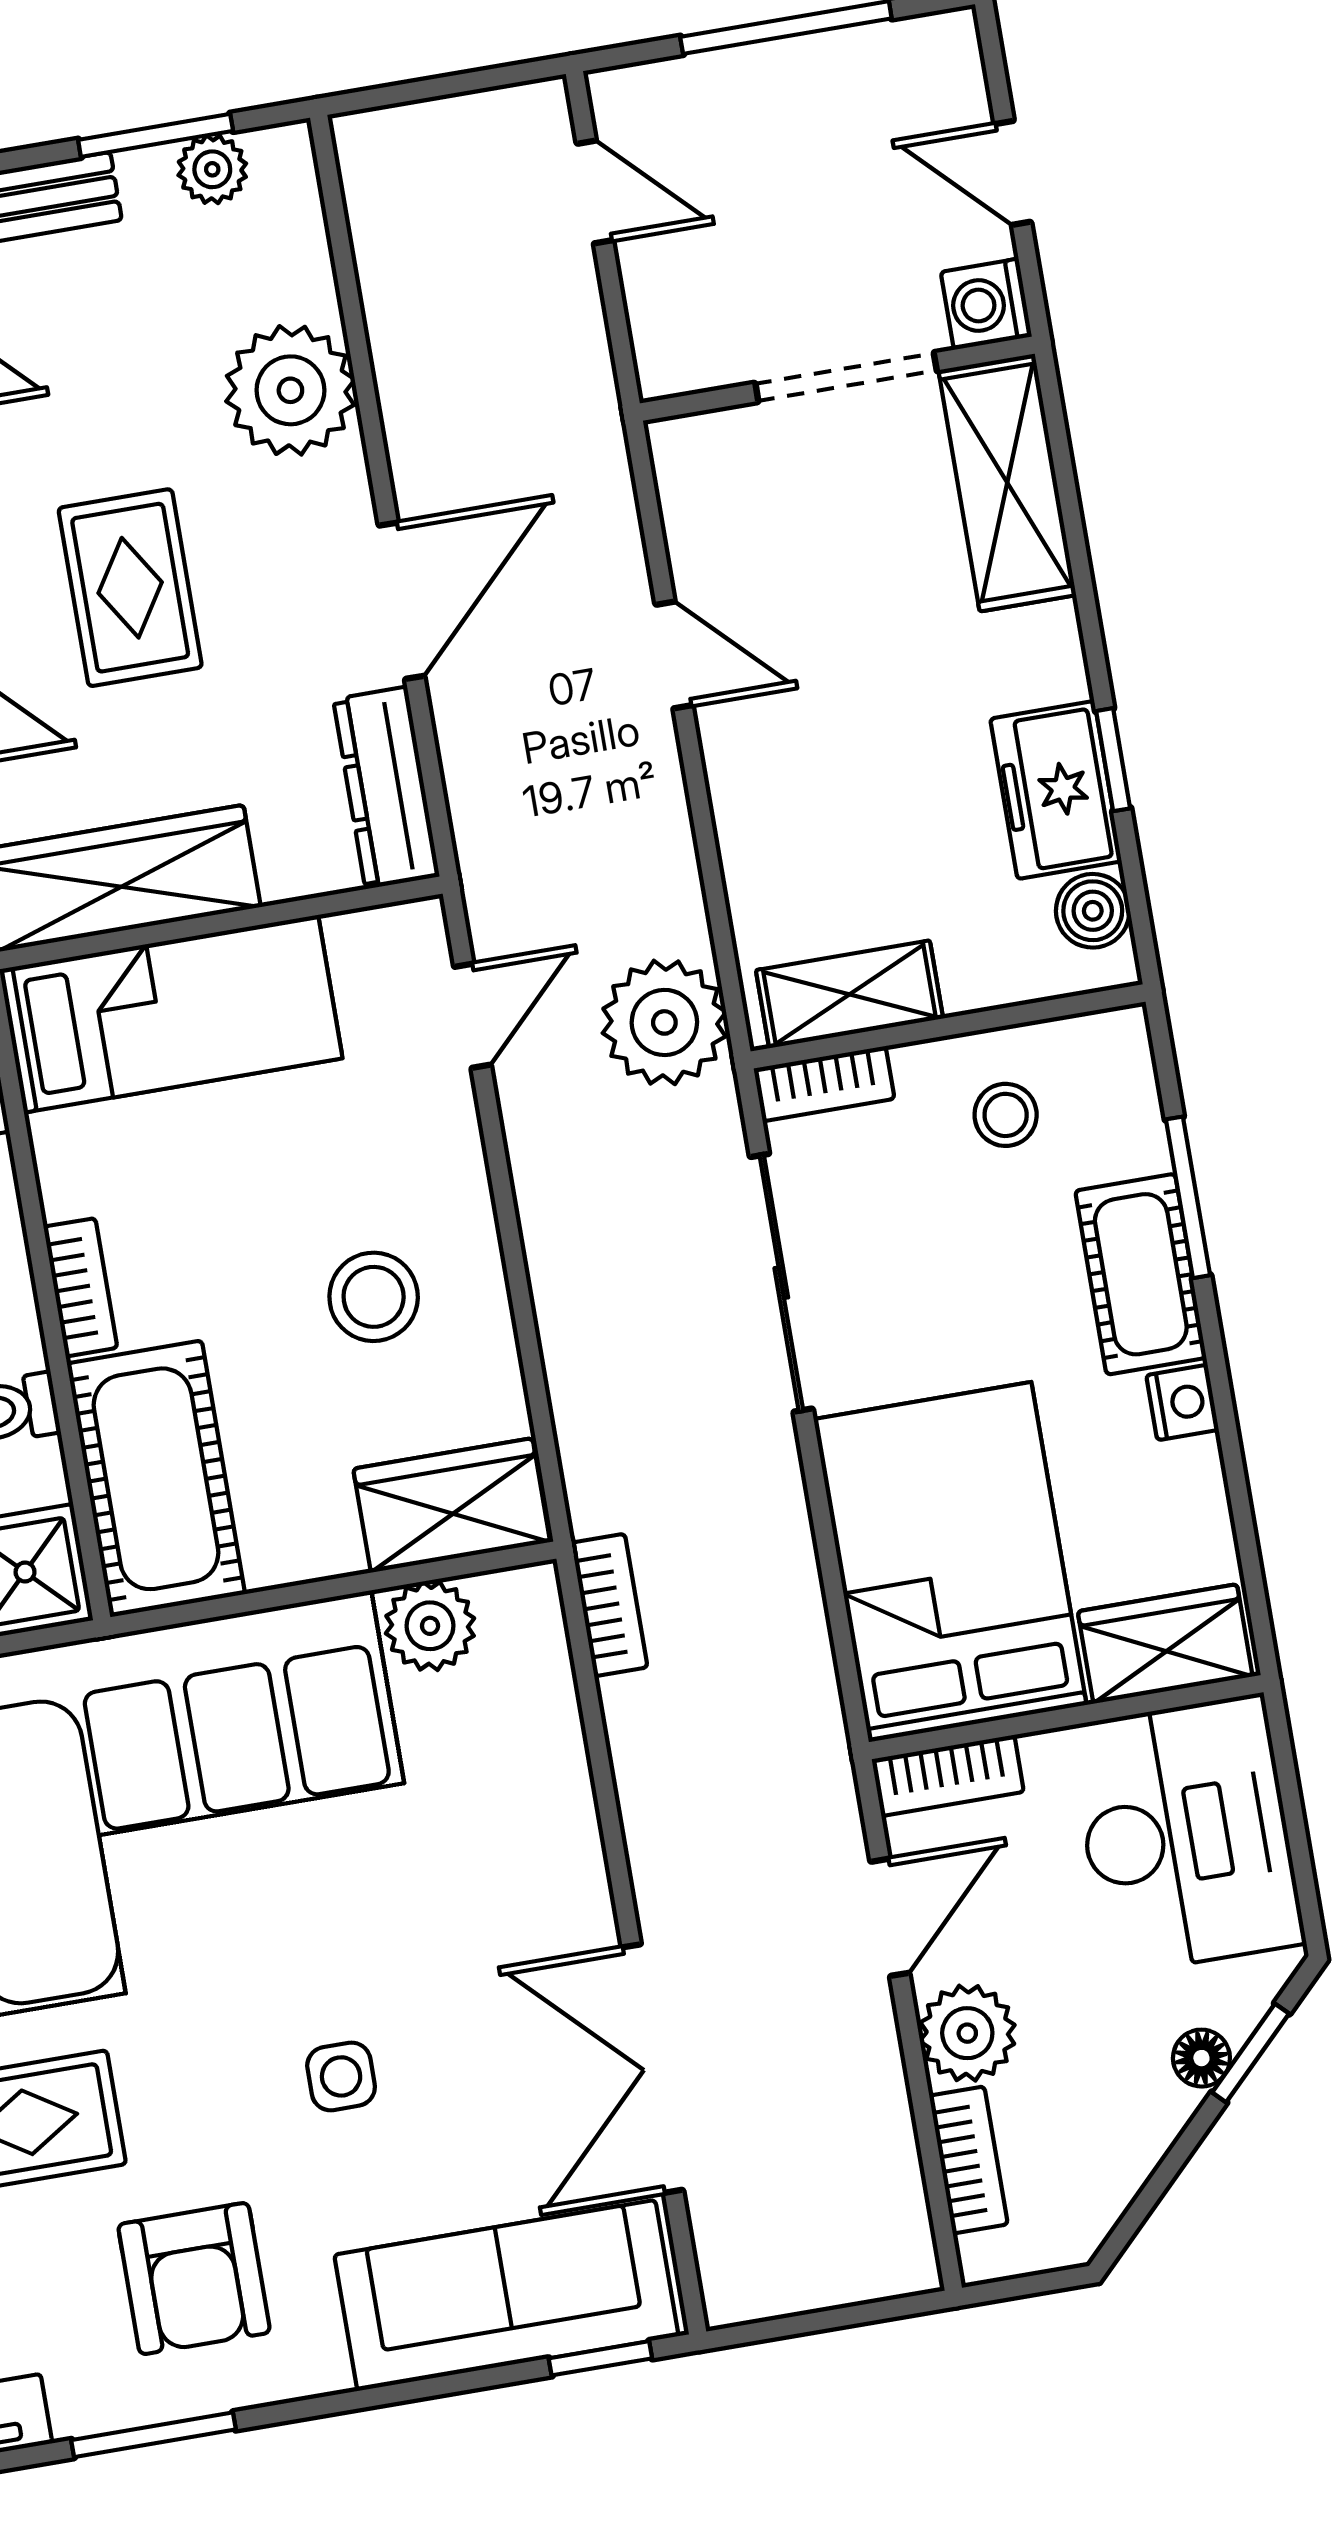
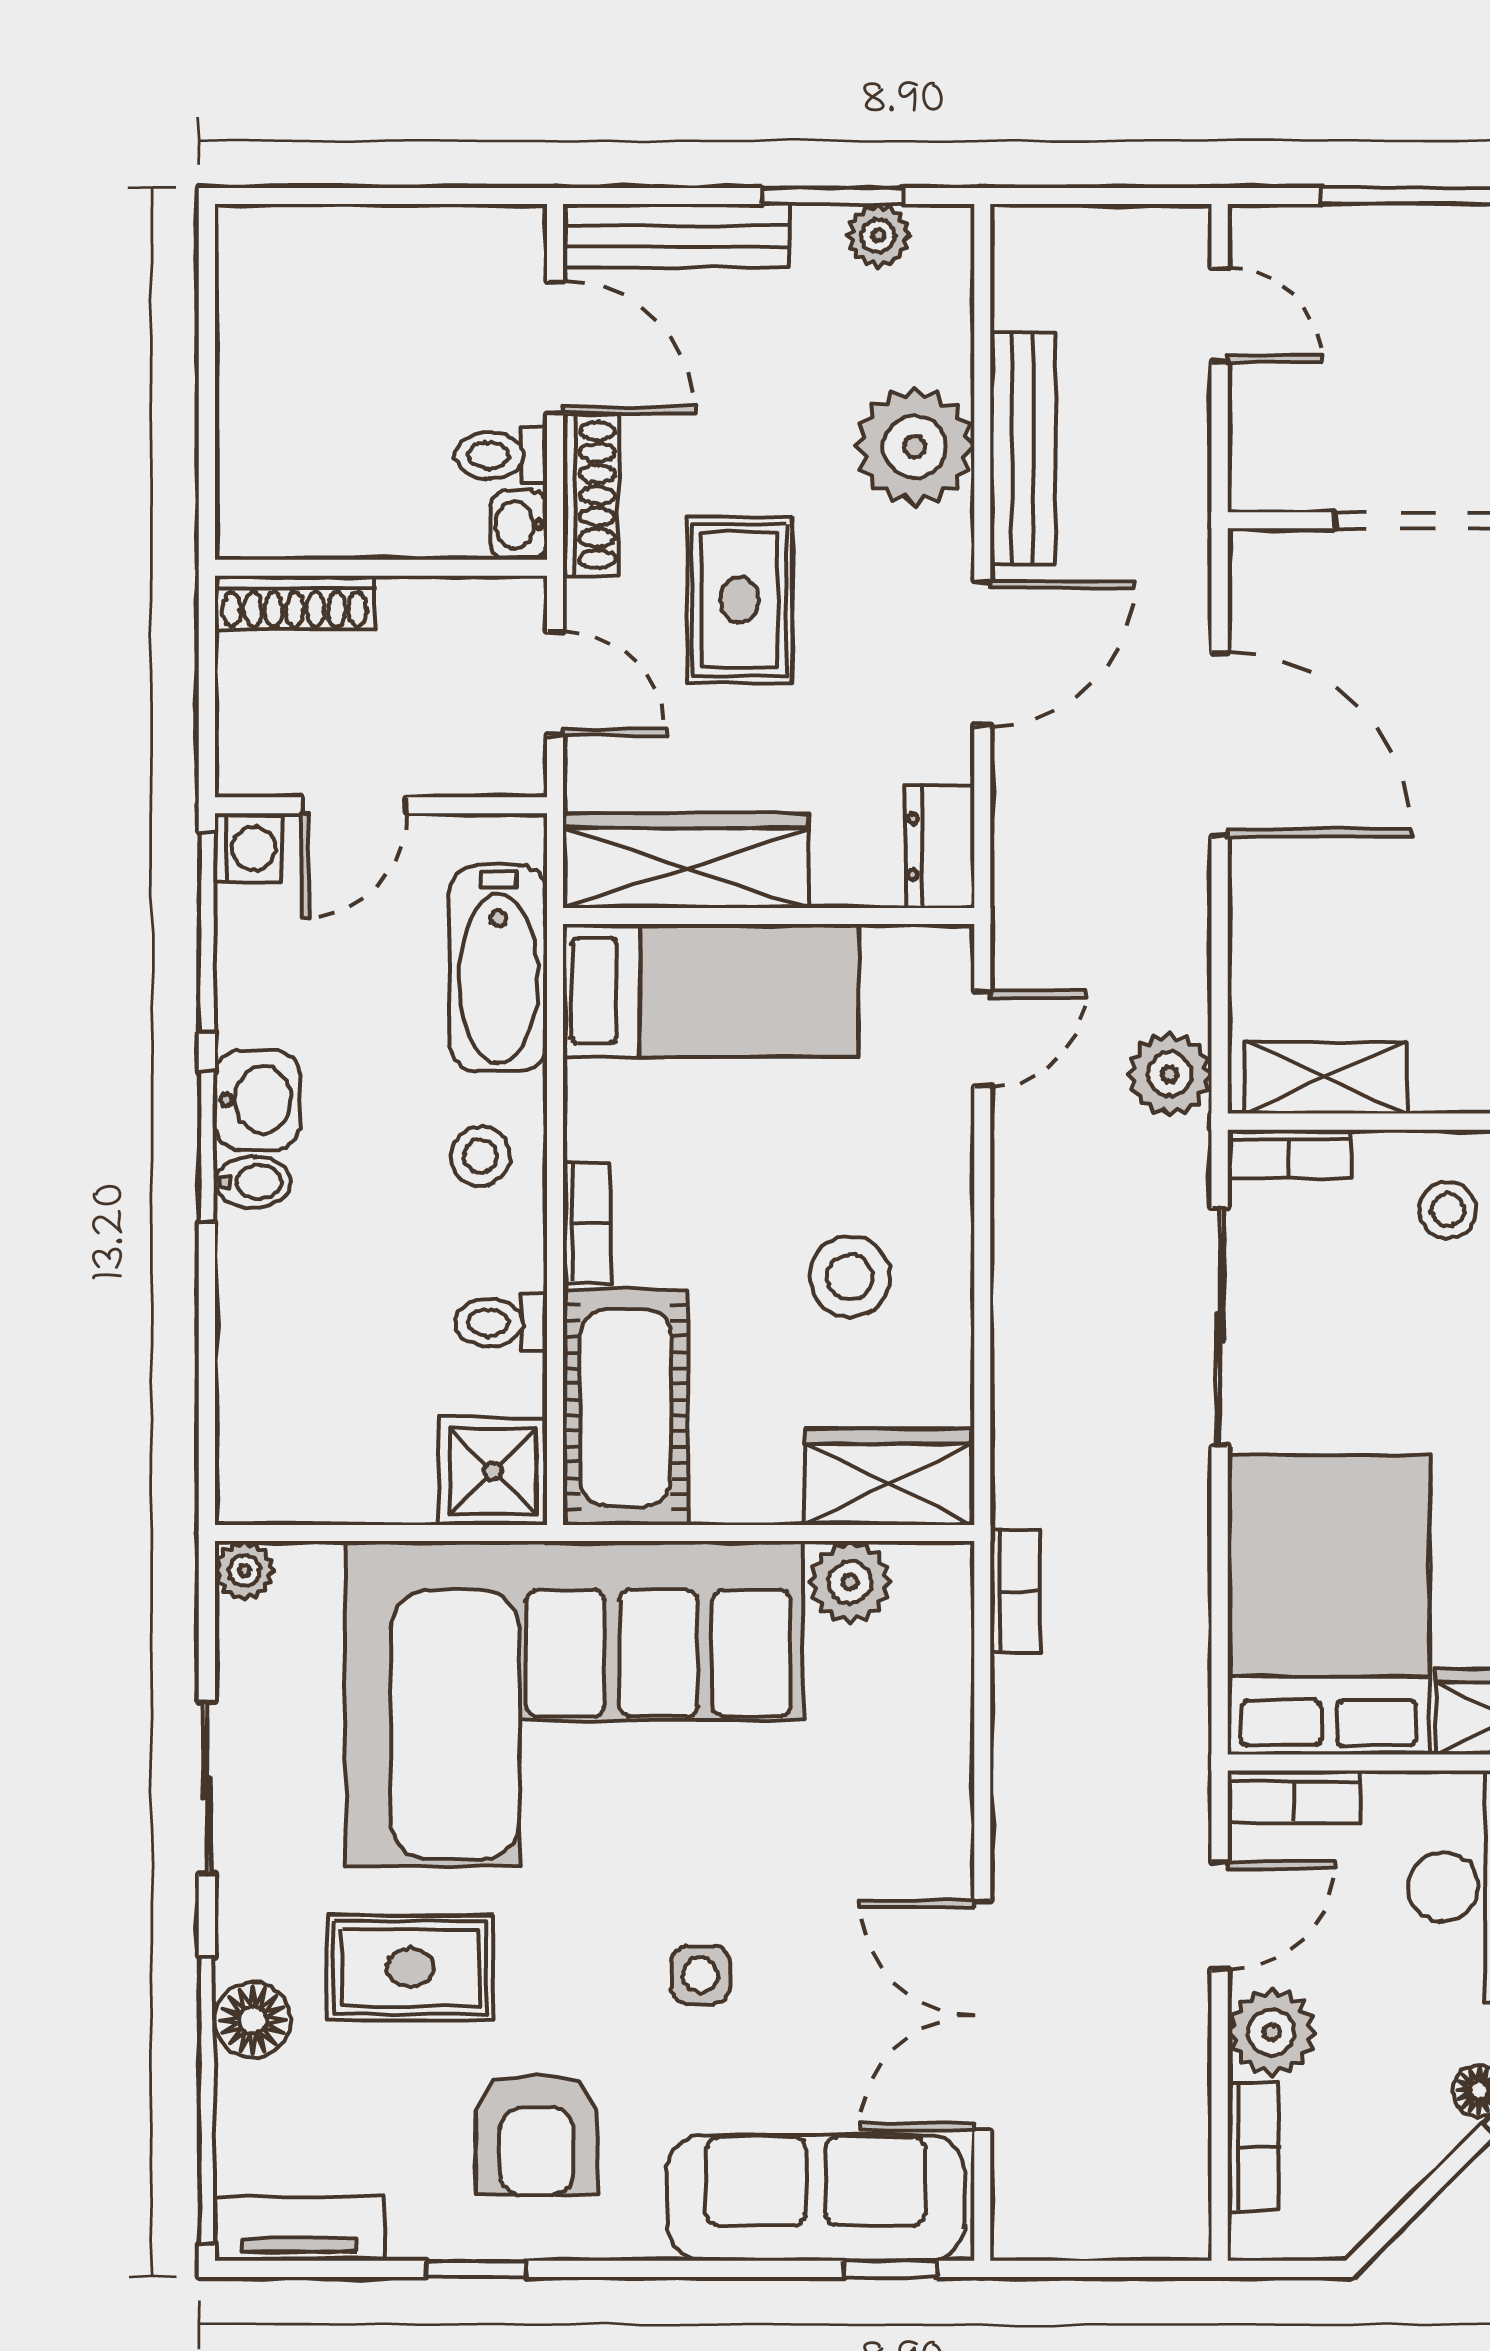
bench: (407, 372) -> (1023, 448), added
door: (674, 655) -> (1220, 744), width x1.87
dresser: (386, 788) -> (940, 847), width x0.70
plant: (664, 1022) -> (1170, 1074), width x0.73, depth x0.73
window: (153, 2435) -> (476, 2269), width x0.67

